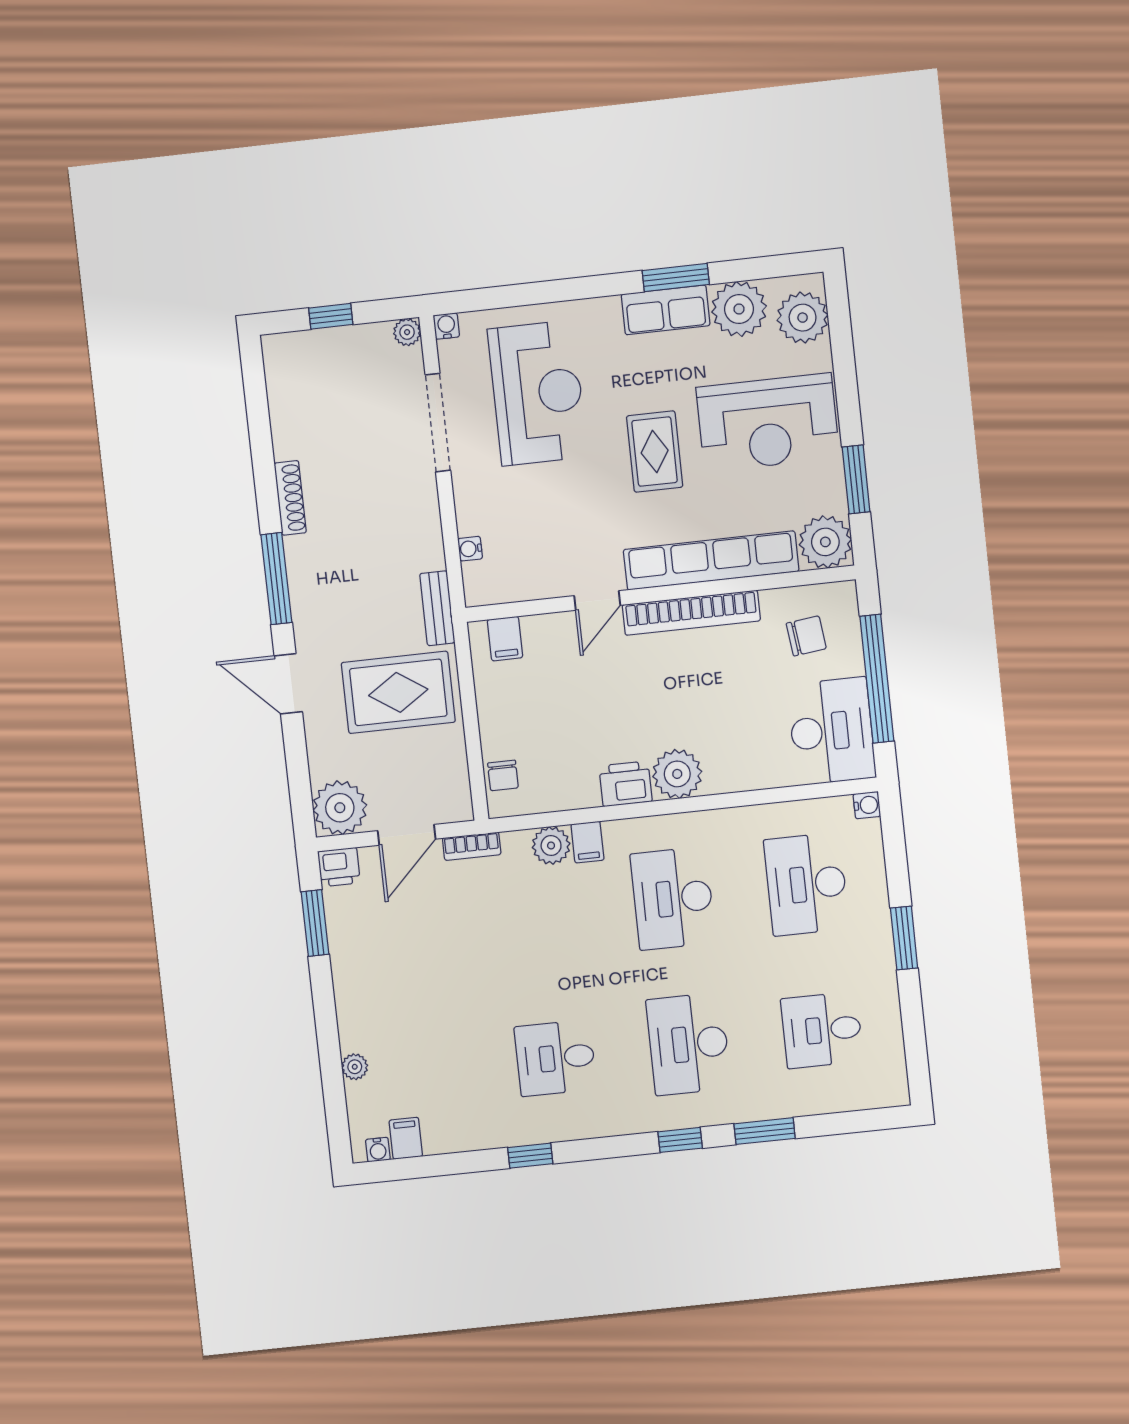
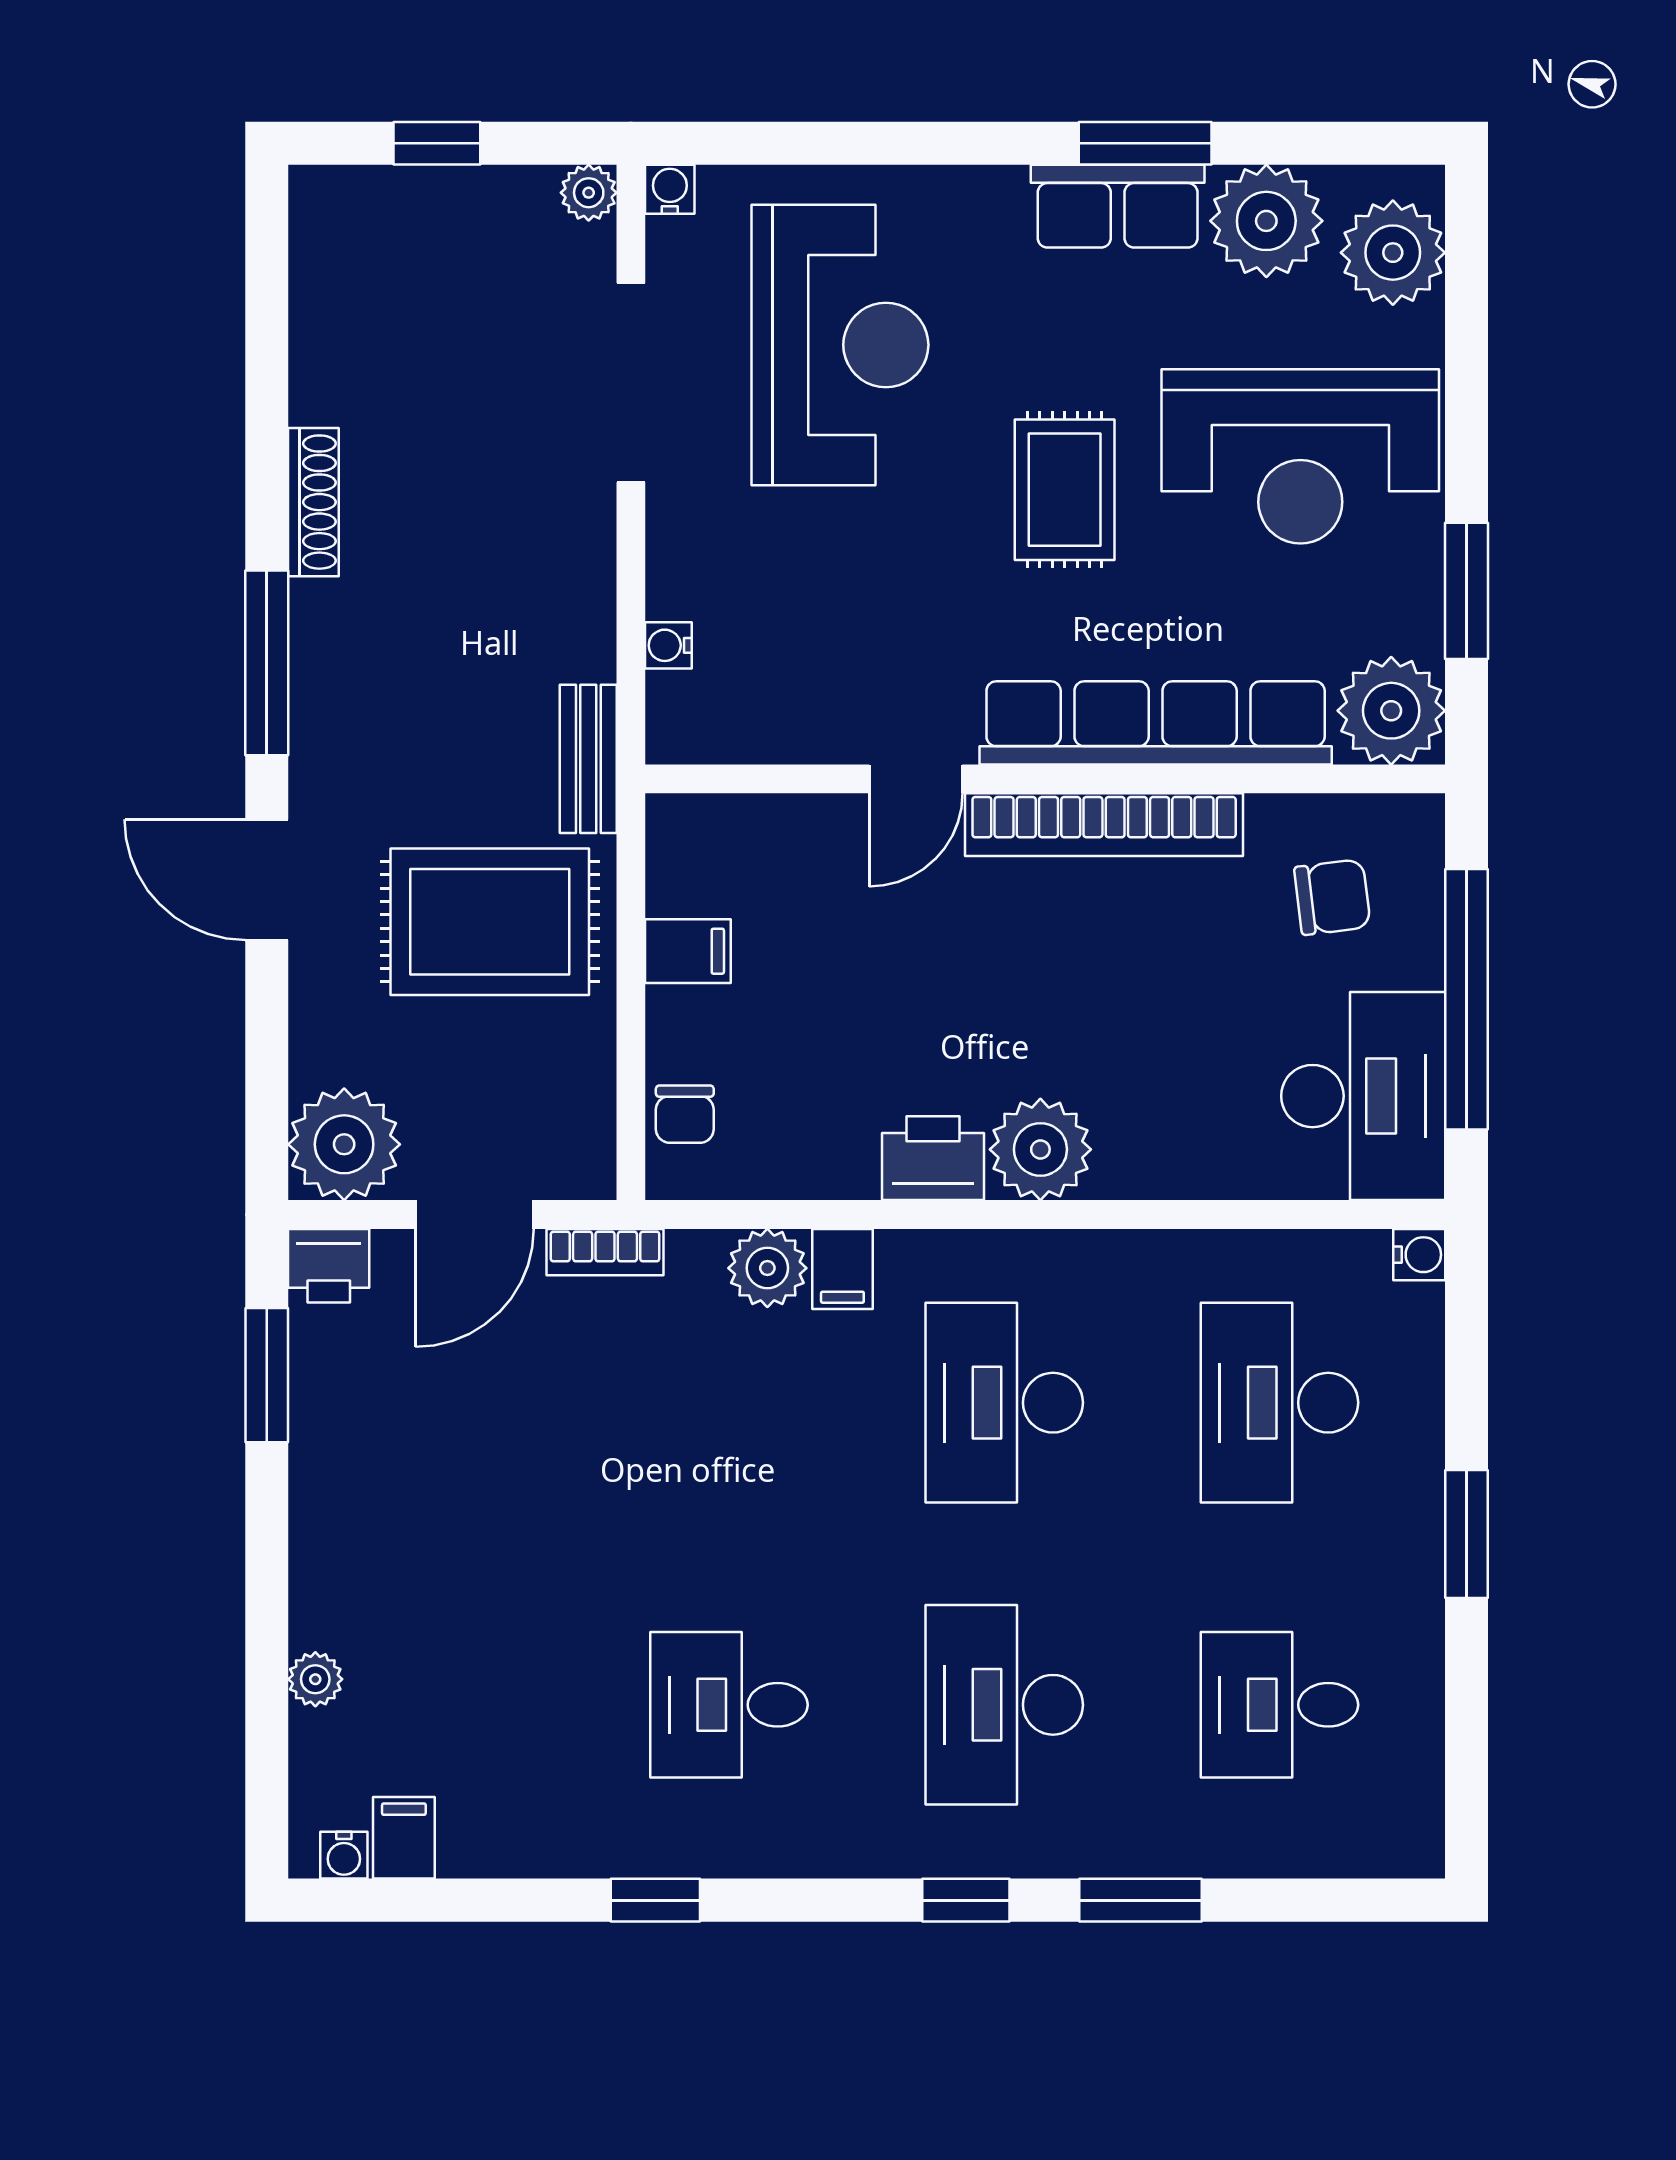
filing cabinet: (505, 639) -> (688, 951), moved, turned -90

